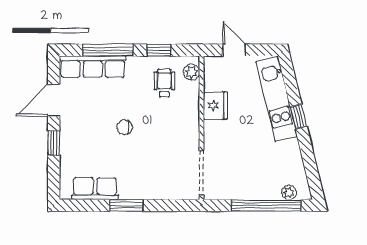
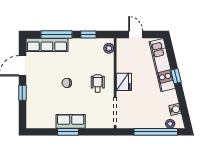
wheelchair: (164, 83) -> (98, 83), moved
fridge: (215, 106) -> (124, 82), moved
water cooler: (297, 170) -> (175, 109), added
row of seats: (95, 189) -> (71, 121), moved

